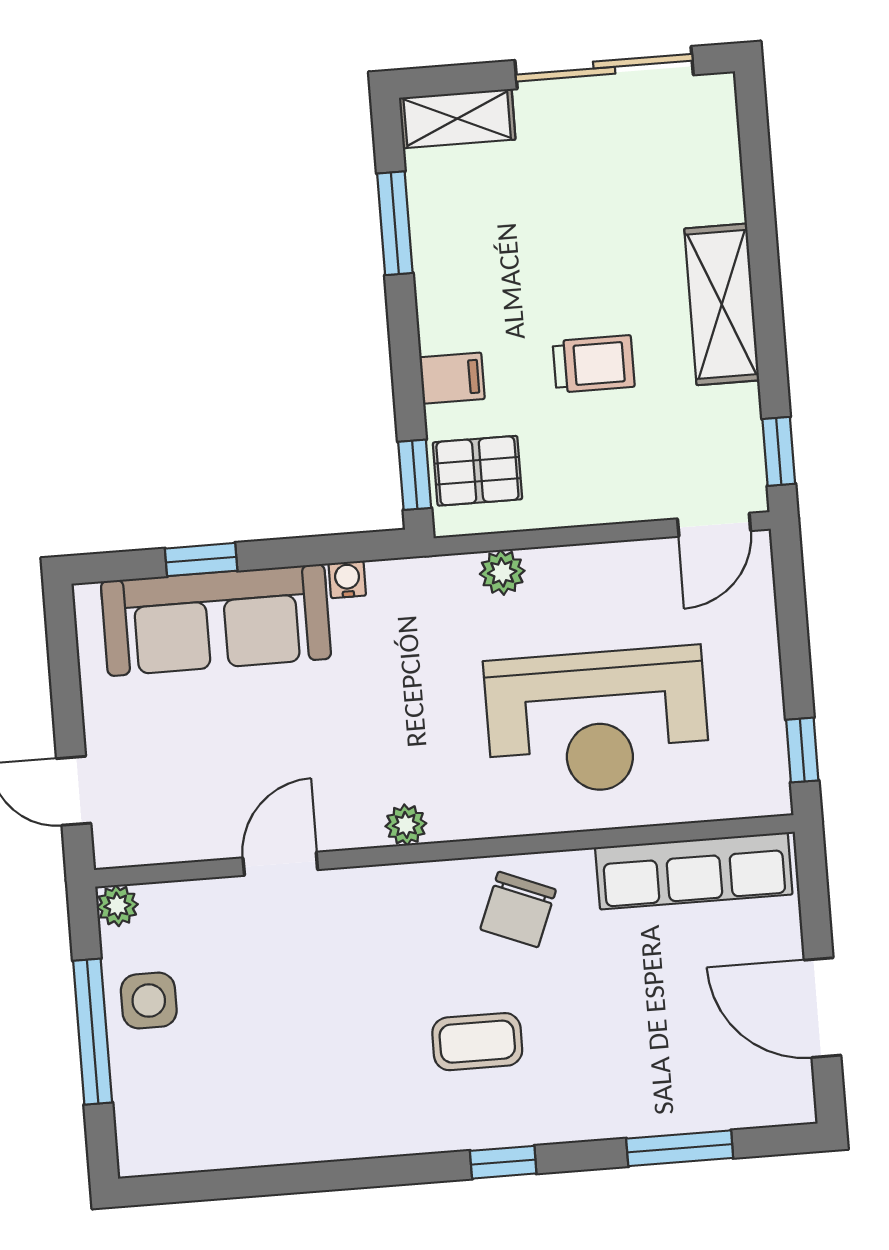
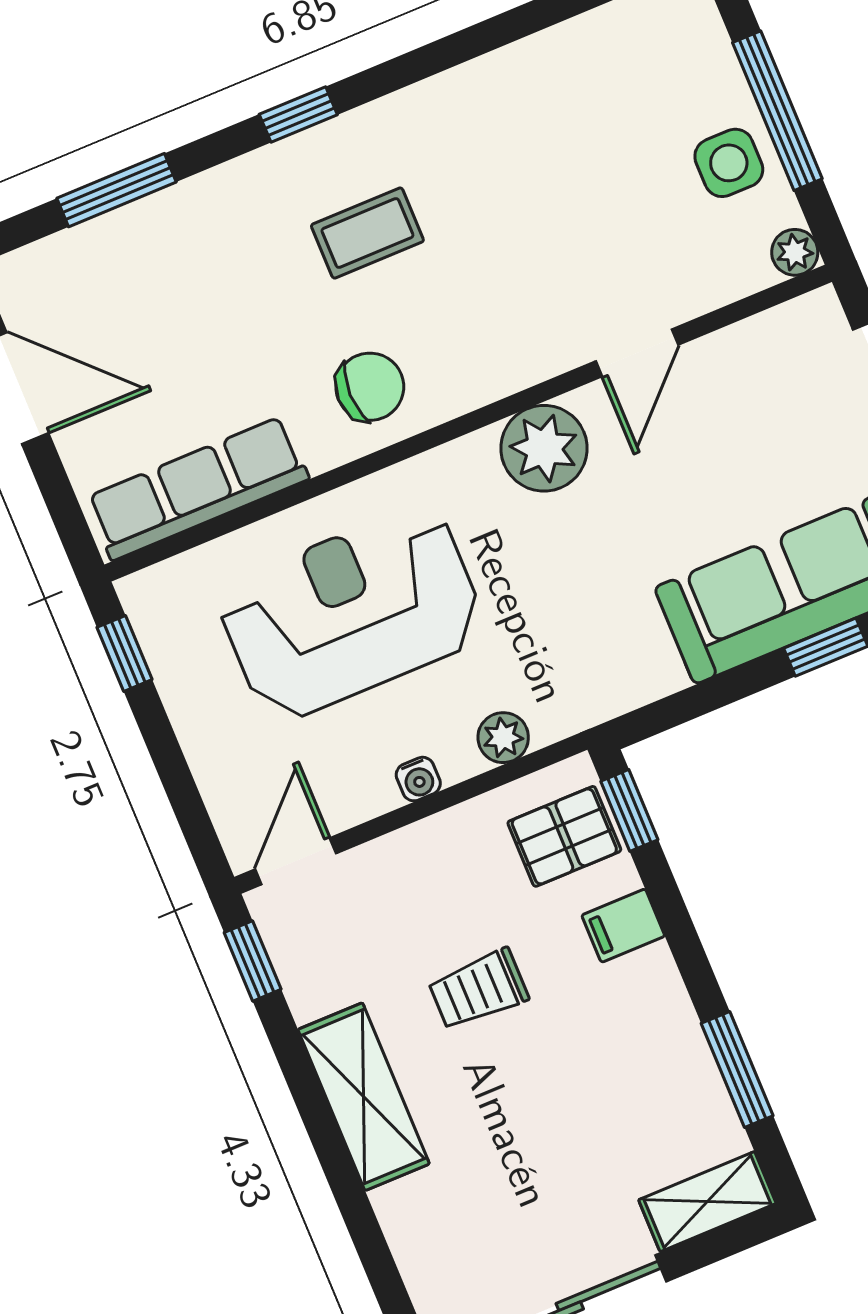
water cooler: (347, 579) -> (418, 779), moved
plant: (406, 825) -> (544, 448), width x1.88, depth x1.88
chair: (518, 909) -> (370, 387), turned 68

